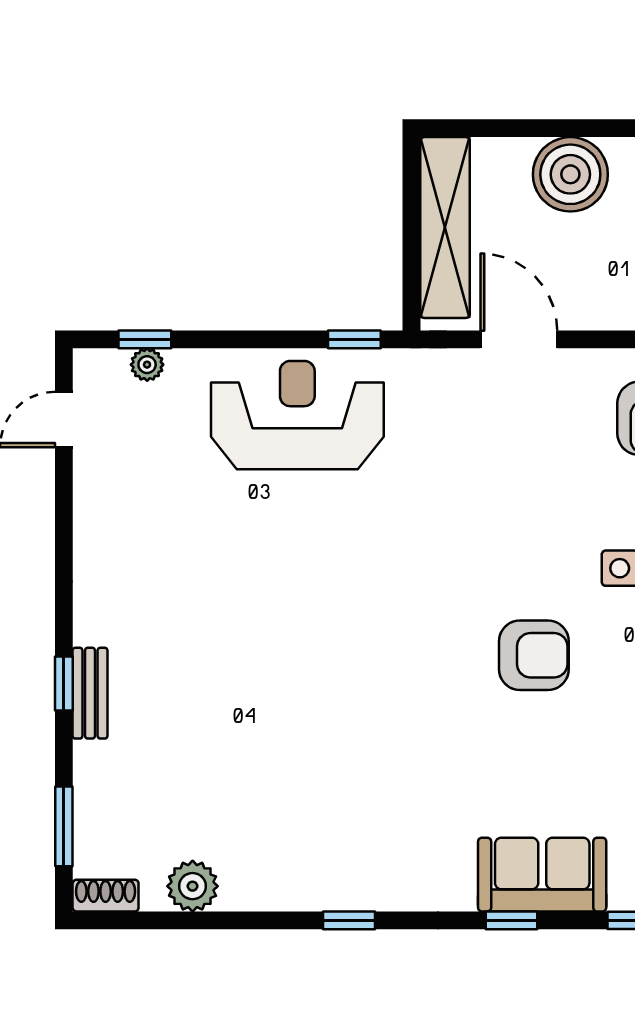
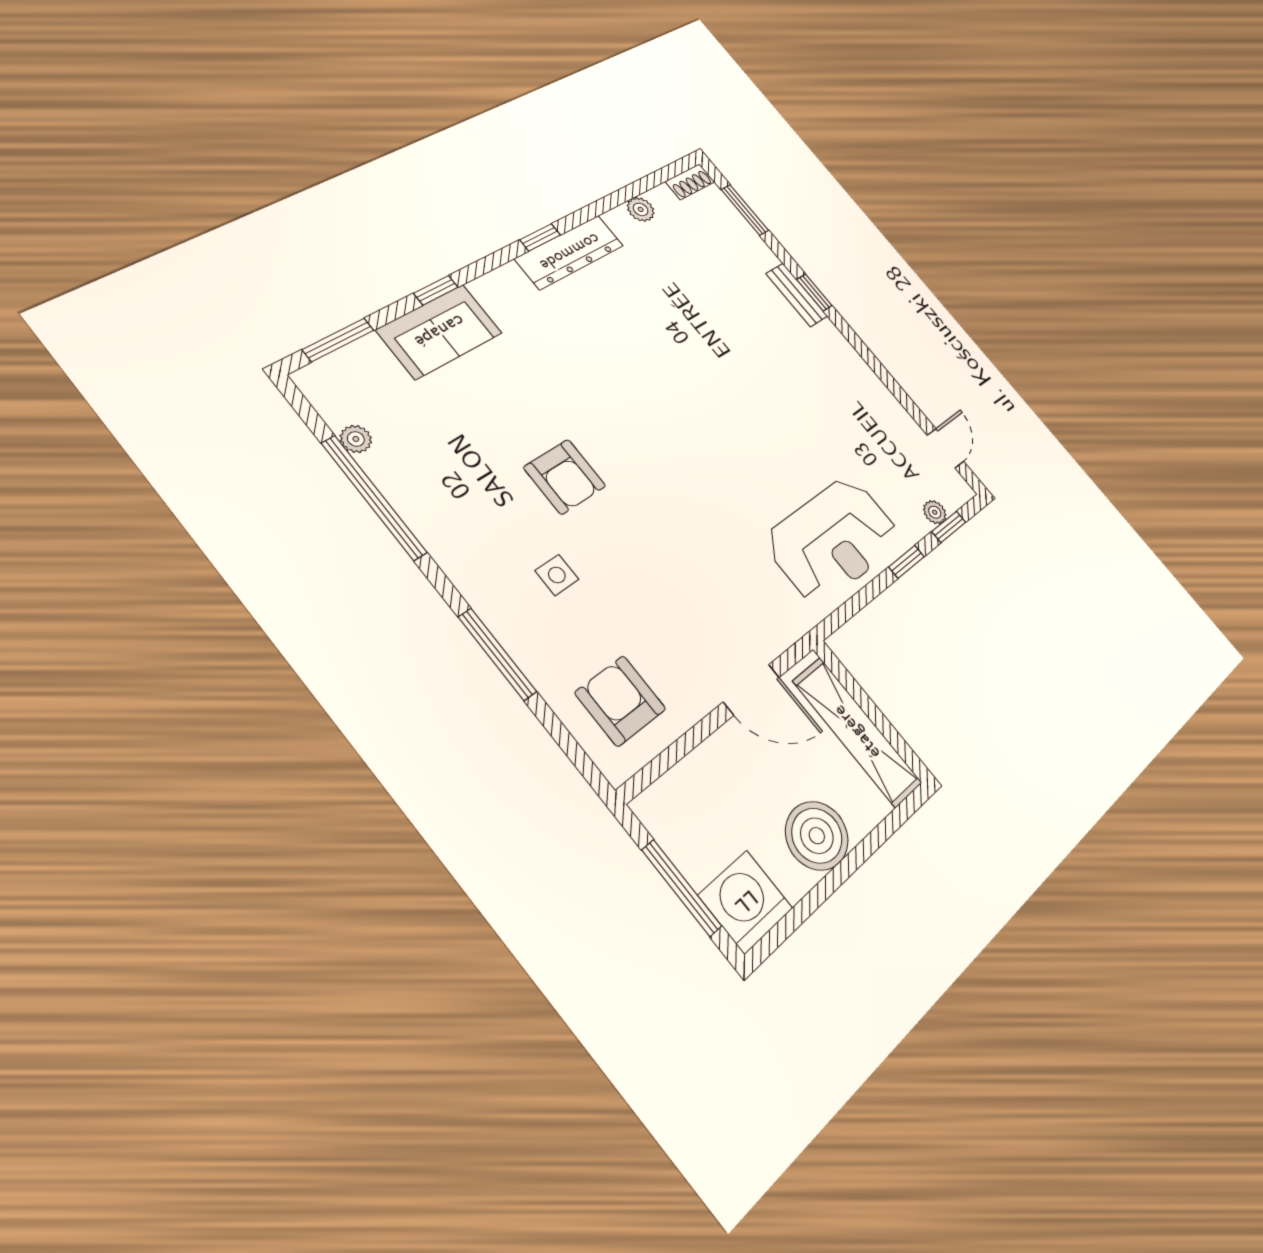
window: (354, 339) -> (907, 562), moved
armchair: (534, 655) -> (565, 477), turned -90
plant: (193, 886) -> (641, 209), width x0.73, depth x0.73
dresser: (329, 887) -> (570, 252), added

